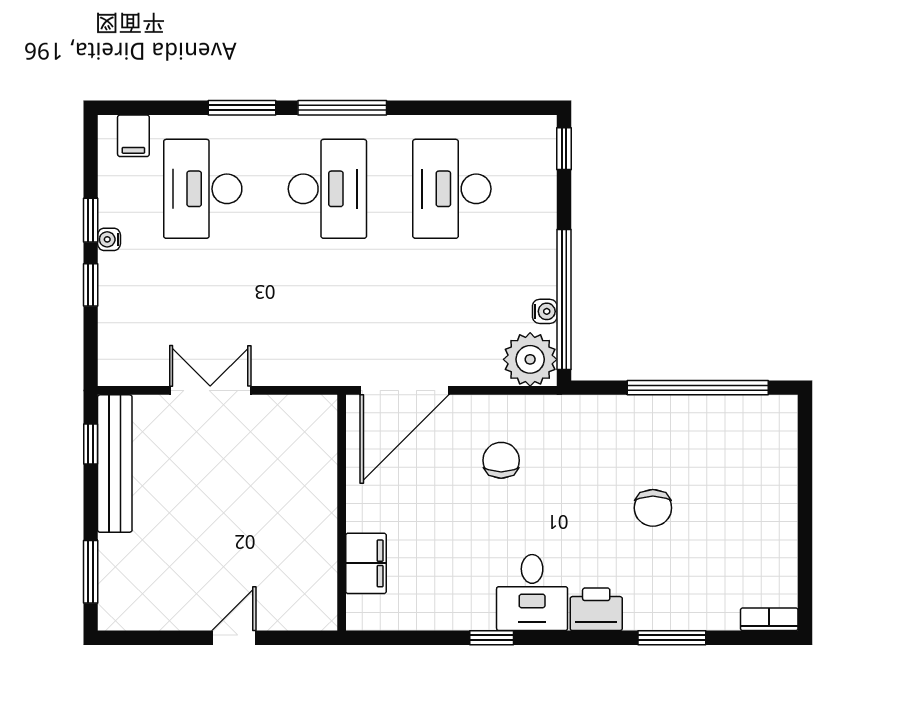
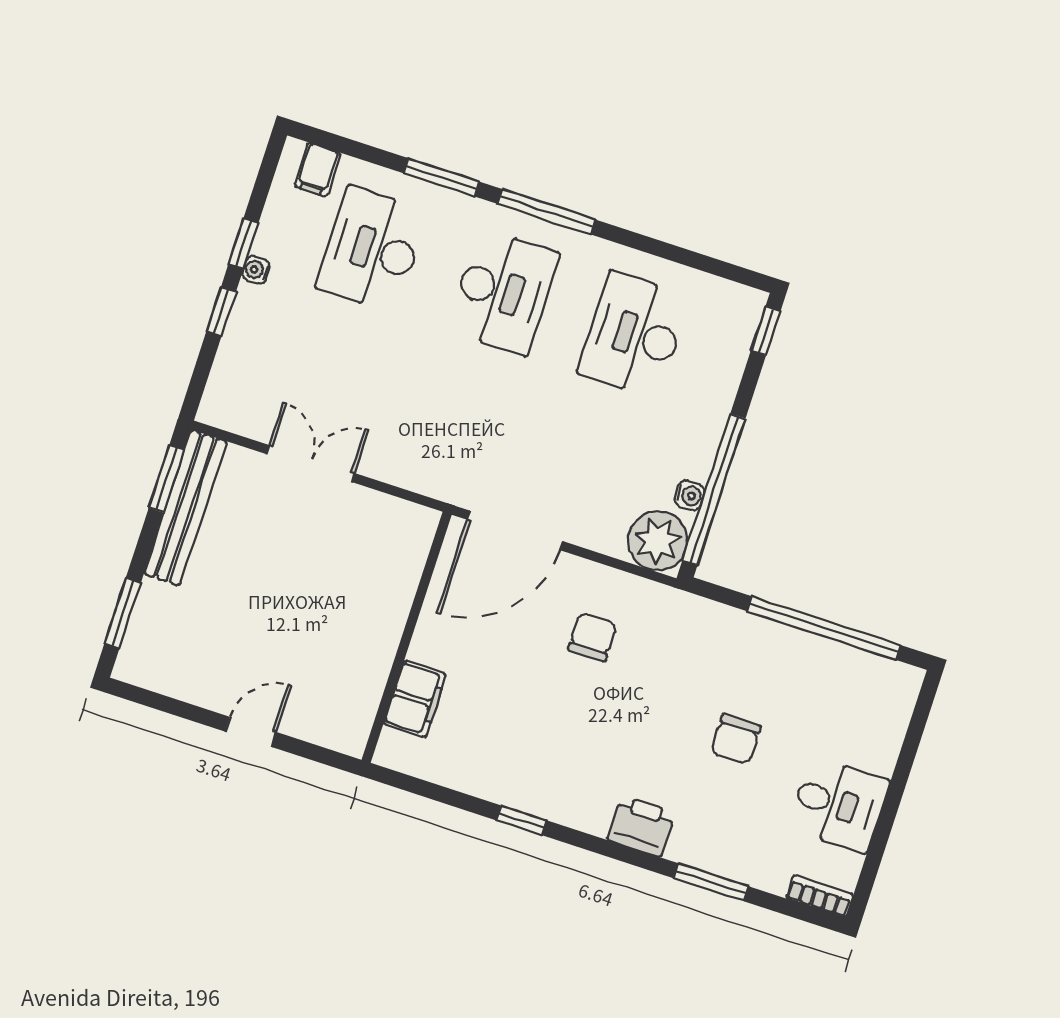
window: (91, 444) -> (167, 479), width x1.50
desk: (532, 593) -> (839, 804), moved, turned -90

